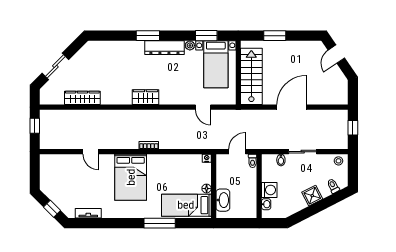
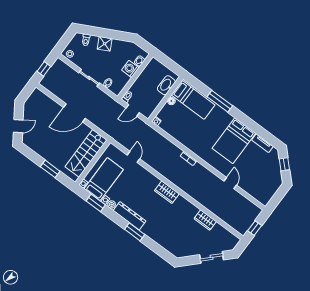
wardrobe: (82, 98) -> (205, 220), width x0.67
bed: (131, 177) -> (234, 141), moved, turned 180

